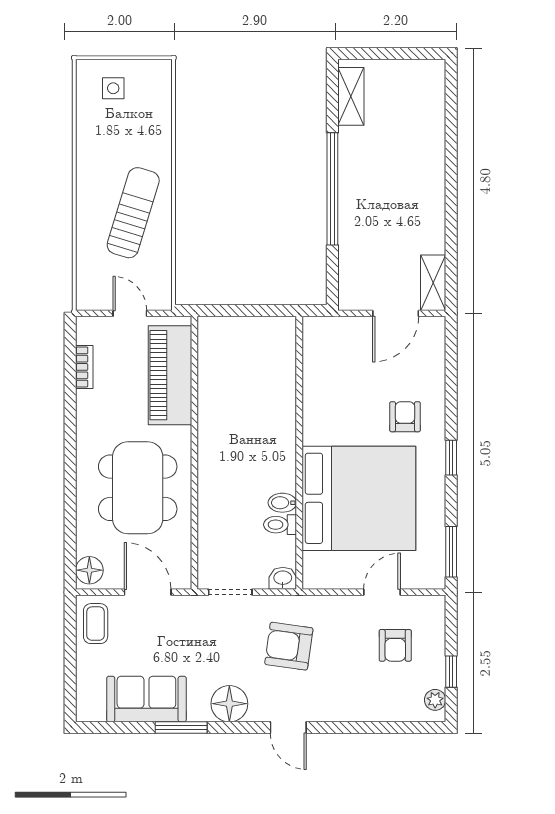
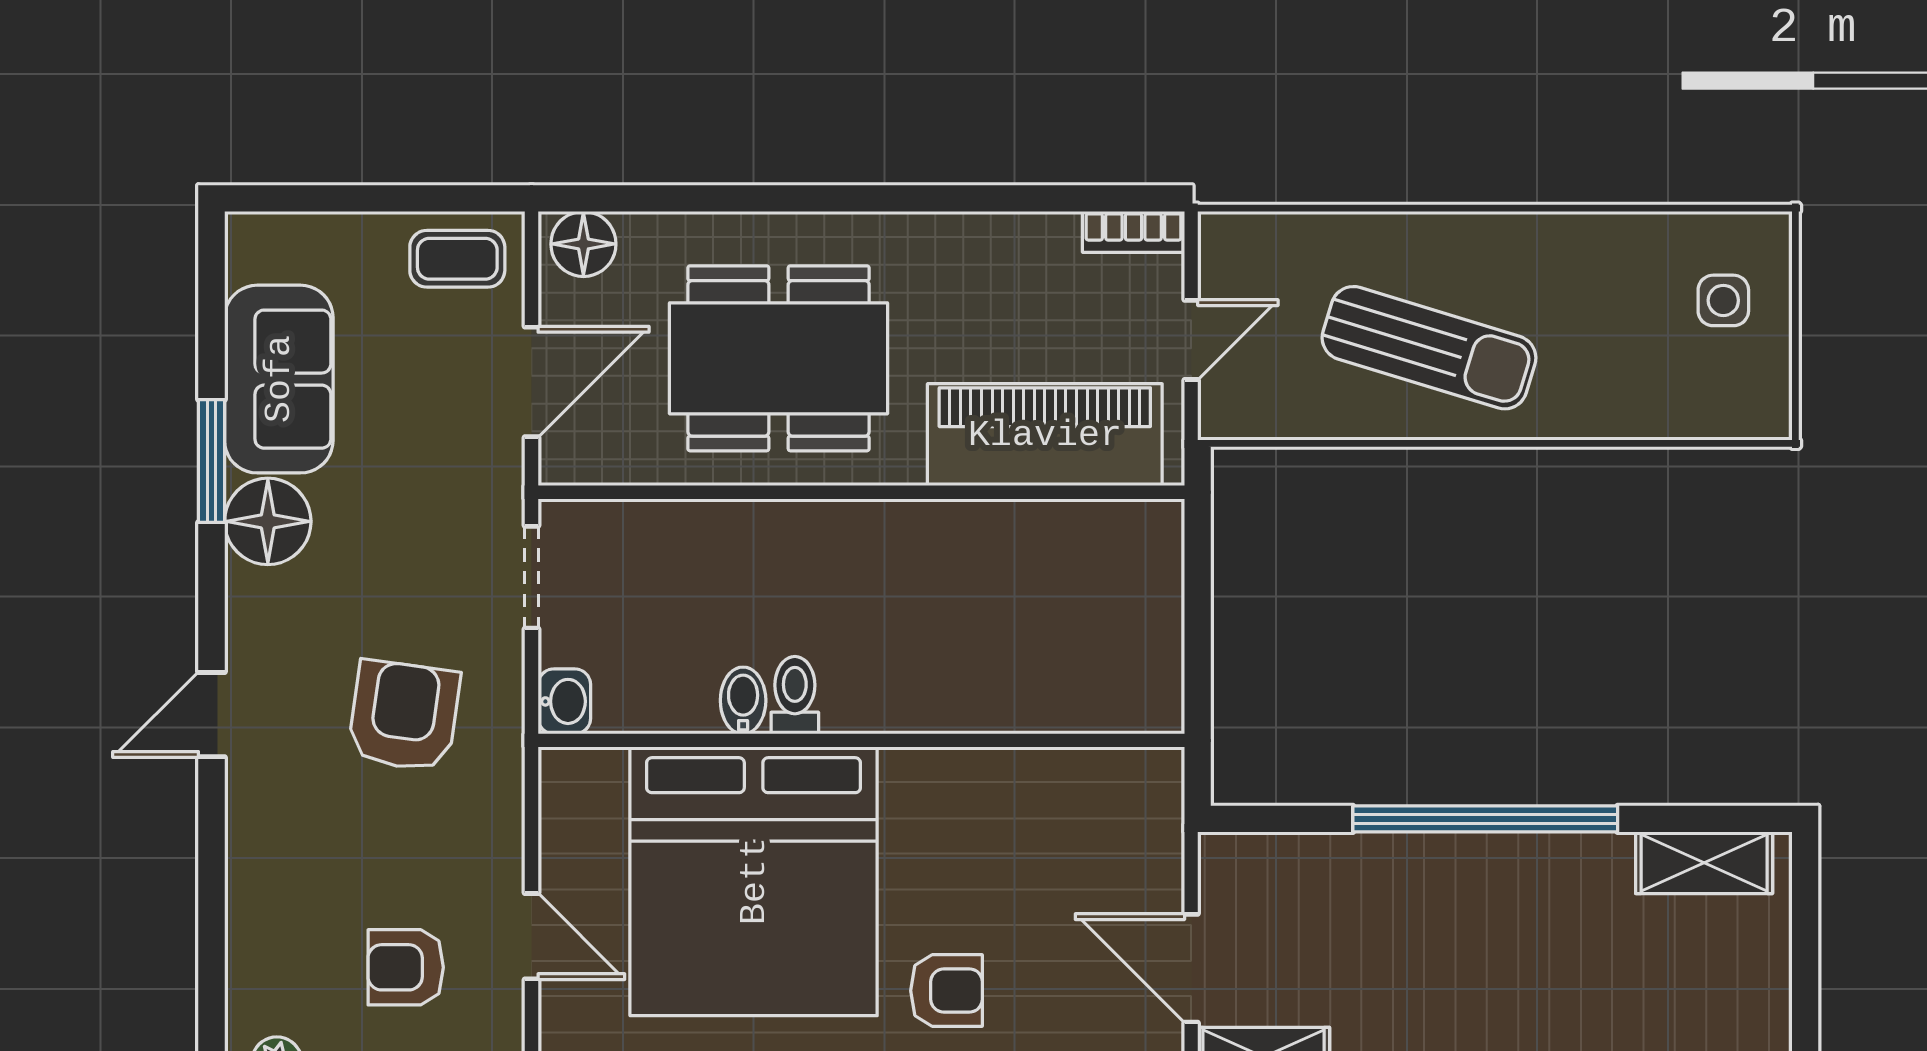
bookcase: (84, 367) -> (1133, 232), moved
toilet: (280, 525) -> (795, 695), moved
floor lamp: (229, 704) -> (268, 521), moved

